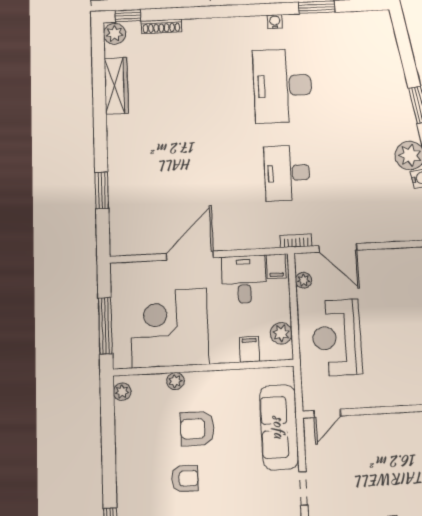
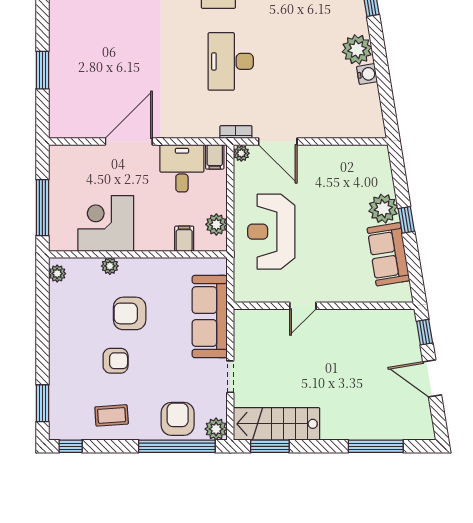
plant: (303, 280) -> (241, 153), moved
corner desk: (169, 328) -> (106, 223), width x0.74, depth x0.74
door: (327, 413) -> (303, 306), moved

